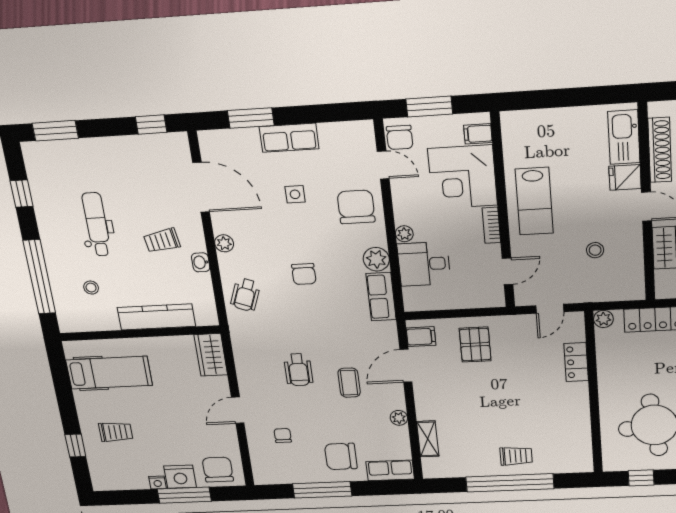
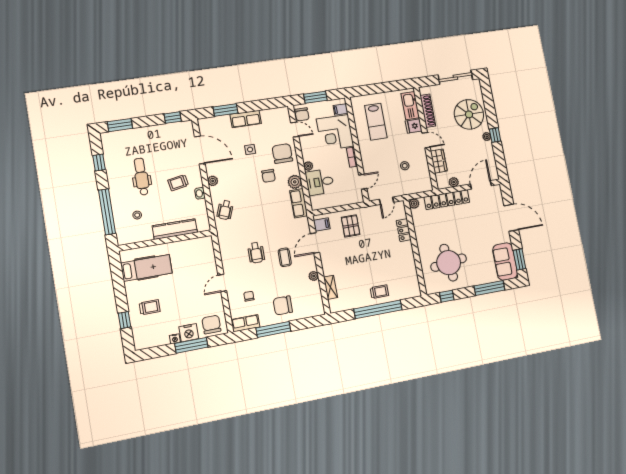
lab bench: (534, 201) -> (376, 122), moved
chair: (304, 274) -> (269, 176), moved
wardrobe: (211, 355) -> (206, 249), removed
row of seats: (390, 470) -> (246, 323), moved

